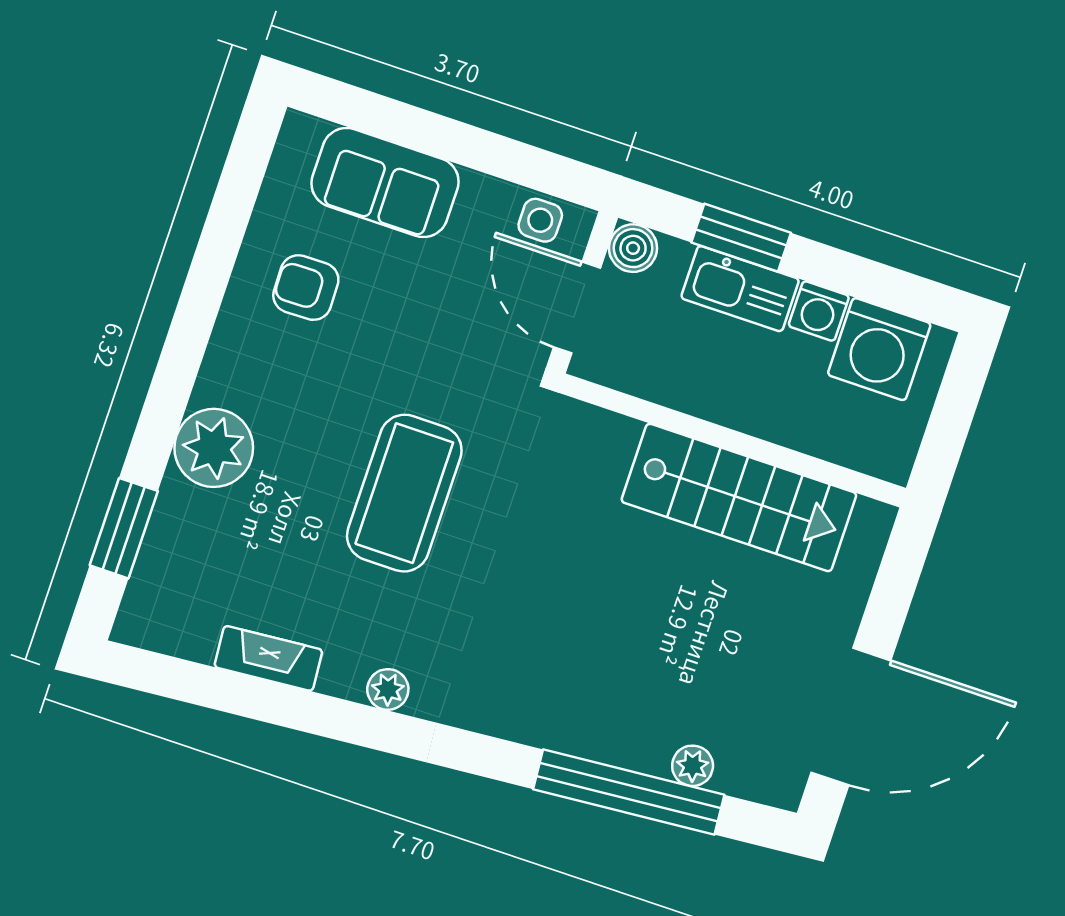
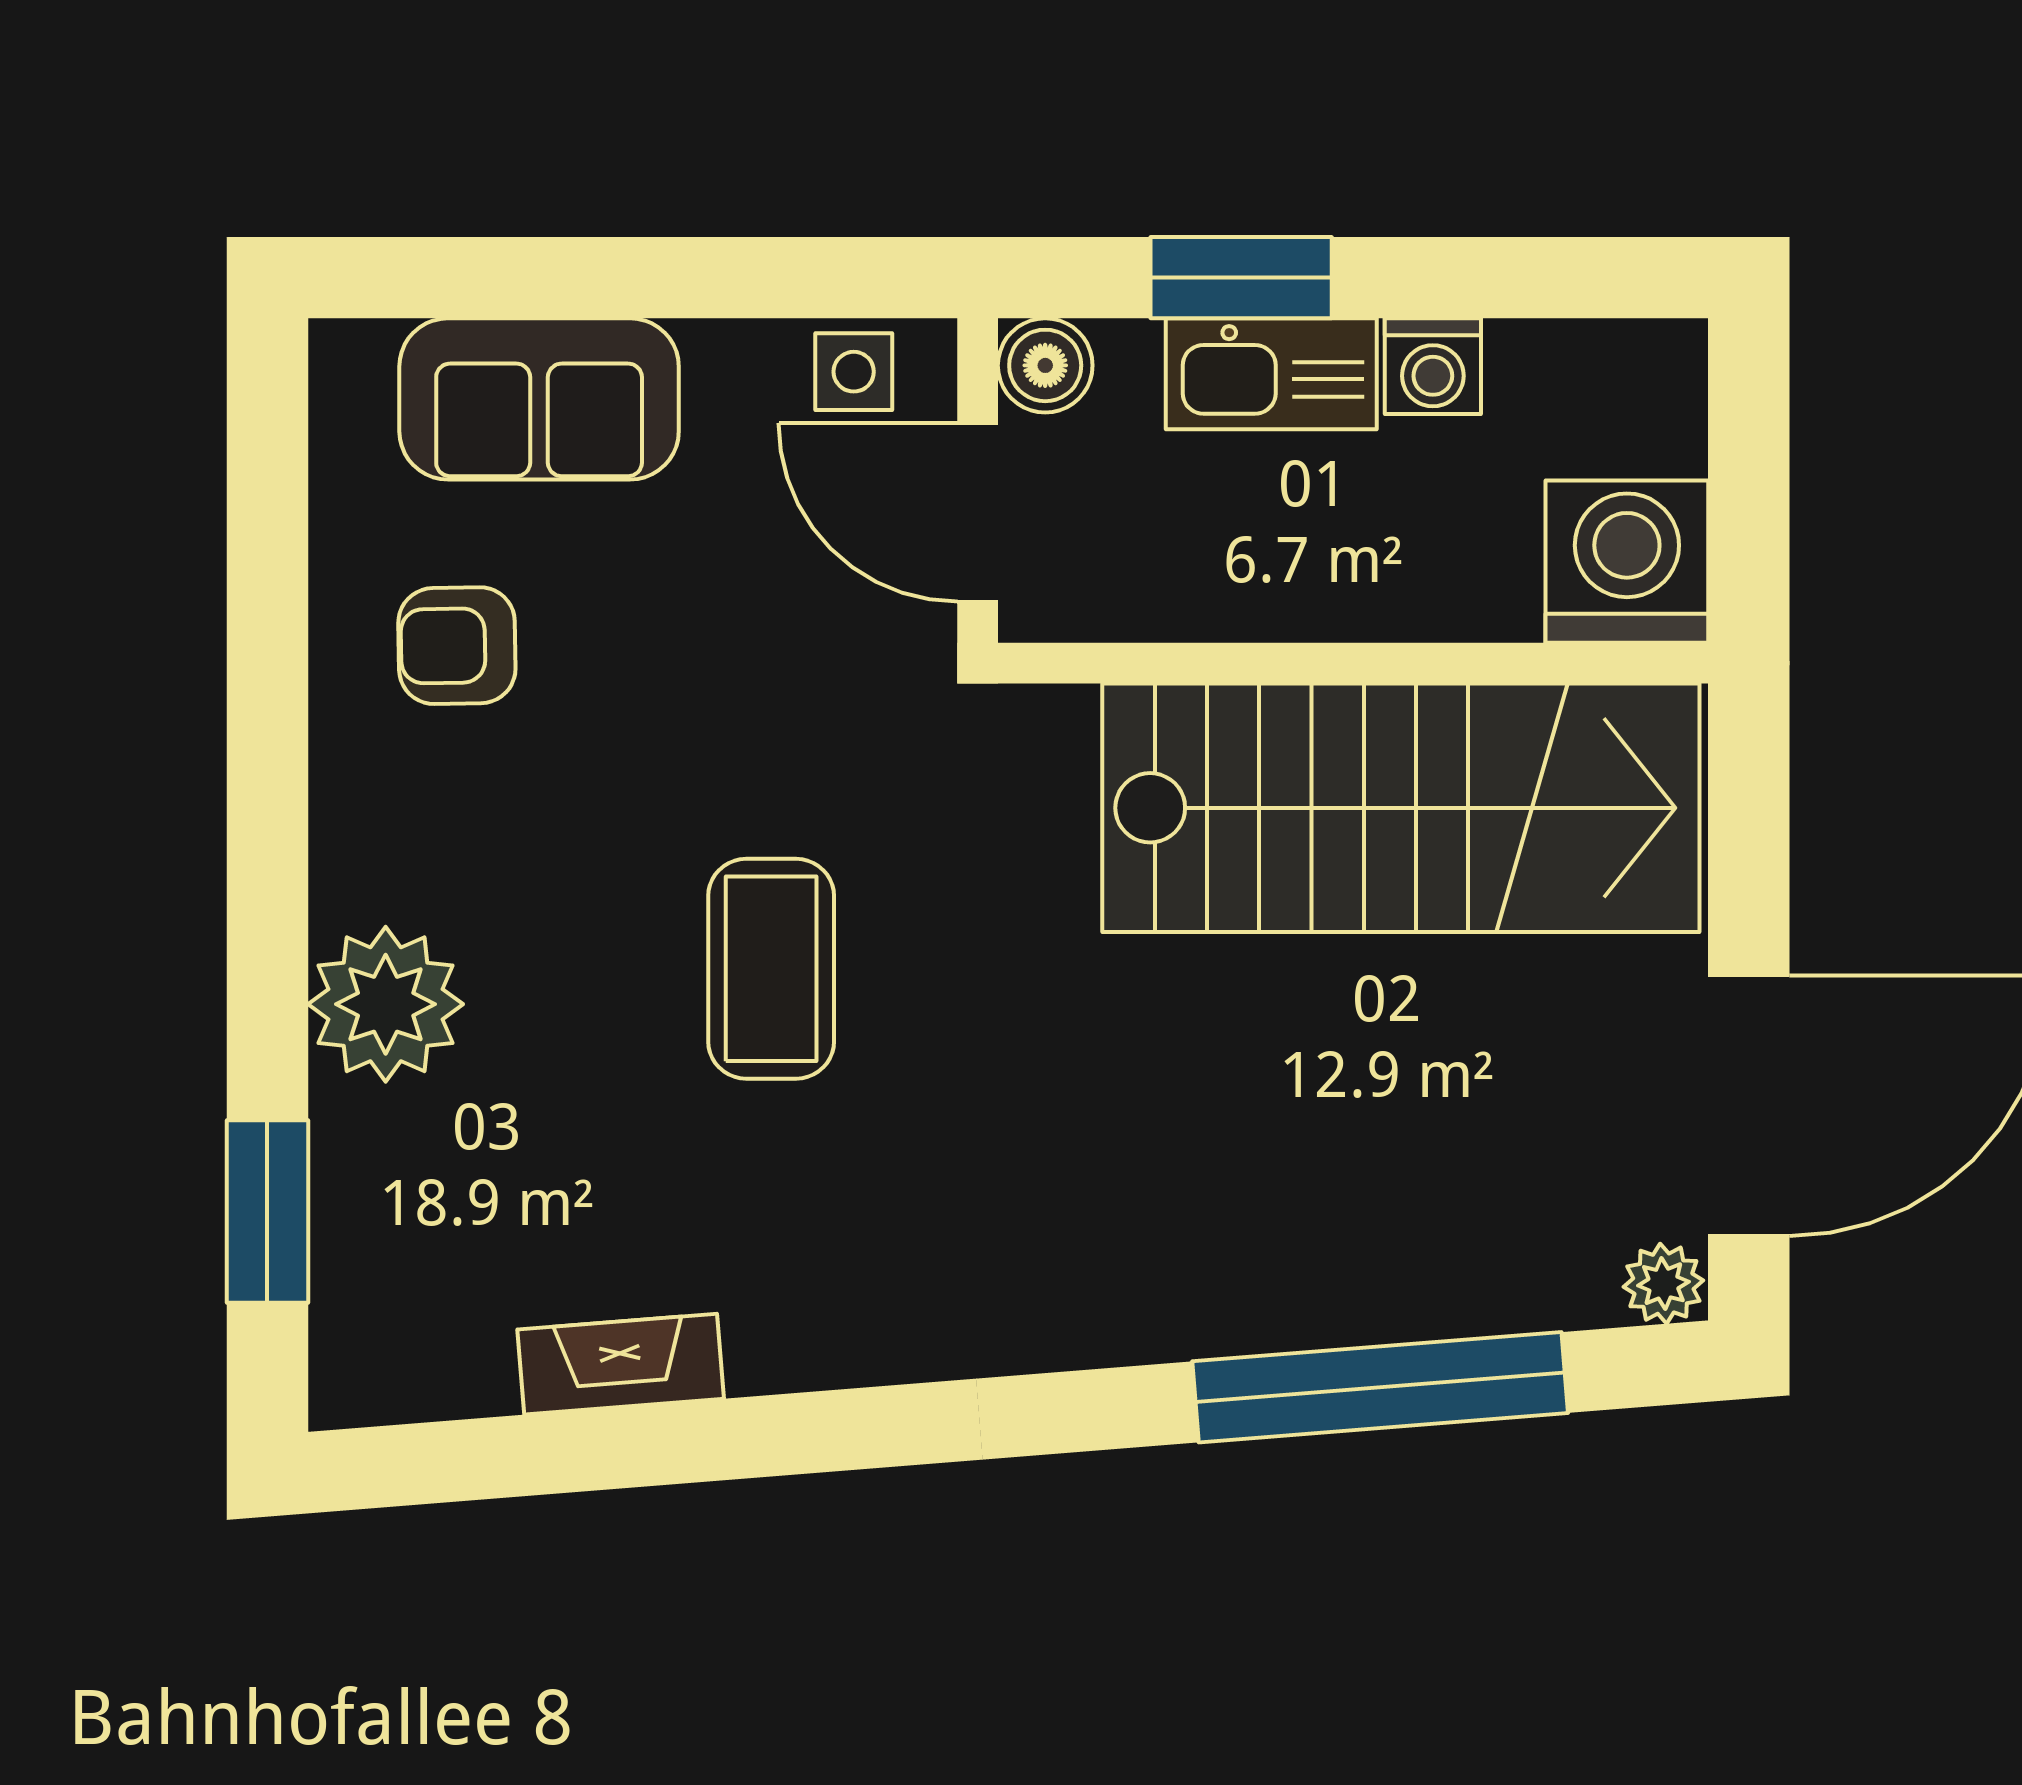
washing machine: (879, 349) -> (1627, 562), moved, turned 180
coffee table: (404, 493) -> (771, 969), width x0.73, depth x0.76
stairs: (739, 497) -> (1401, 808), width x1.36, depth x1.51
plant: (388, 689) -> (864, 1347), removed
plant: (693, 766) -> (1663, 1284), moved

